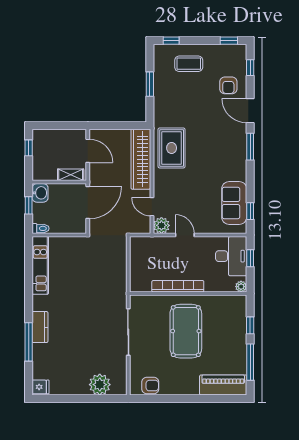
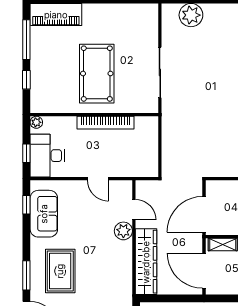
rug: (172, 148) -> (60, 271), moved
door: (88, 151) -> (204, 271), width x1.36
plant: (161, 225) -> (123, 231), moved
armchair: (150, 386) -> (136, 14), removed

